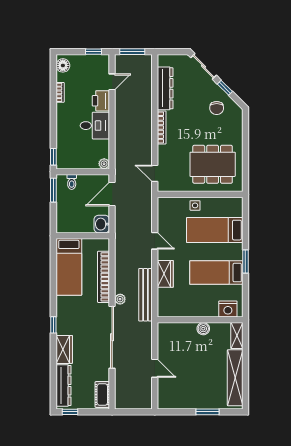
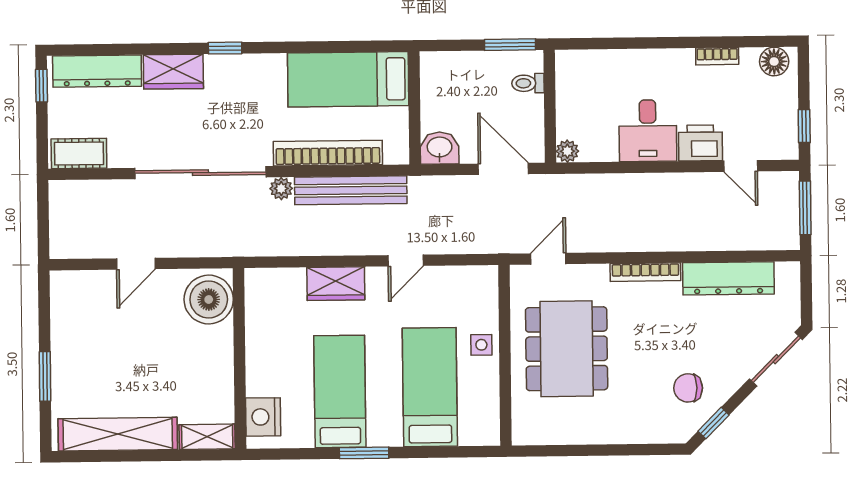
window: (225, 88) -> (714, 423), moved
window: (53, 157) -> (581, 44), removed
dining table: (213, 164) -> (567, 349), moved
bench: (145, 295) -> (351, 190), moved
boiler: (203, 329) -> (209, 300), moved, width x1.86, depth x1.86

